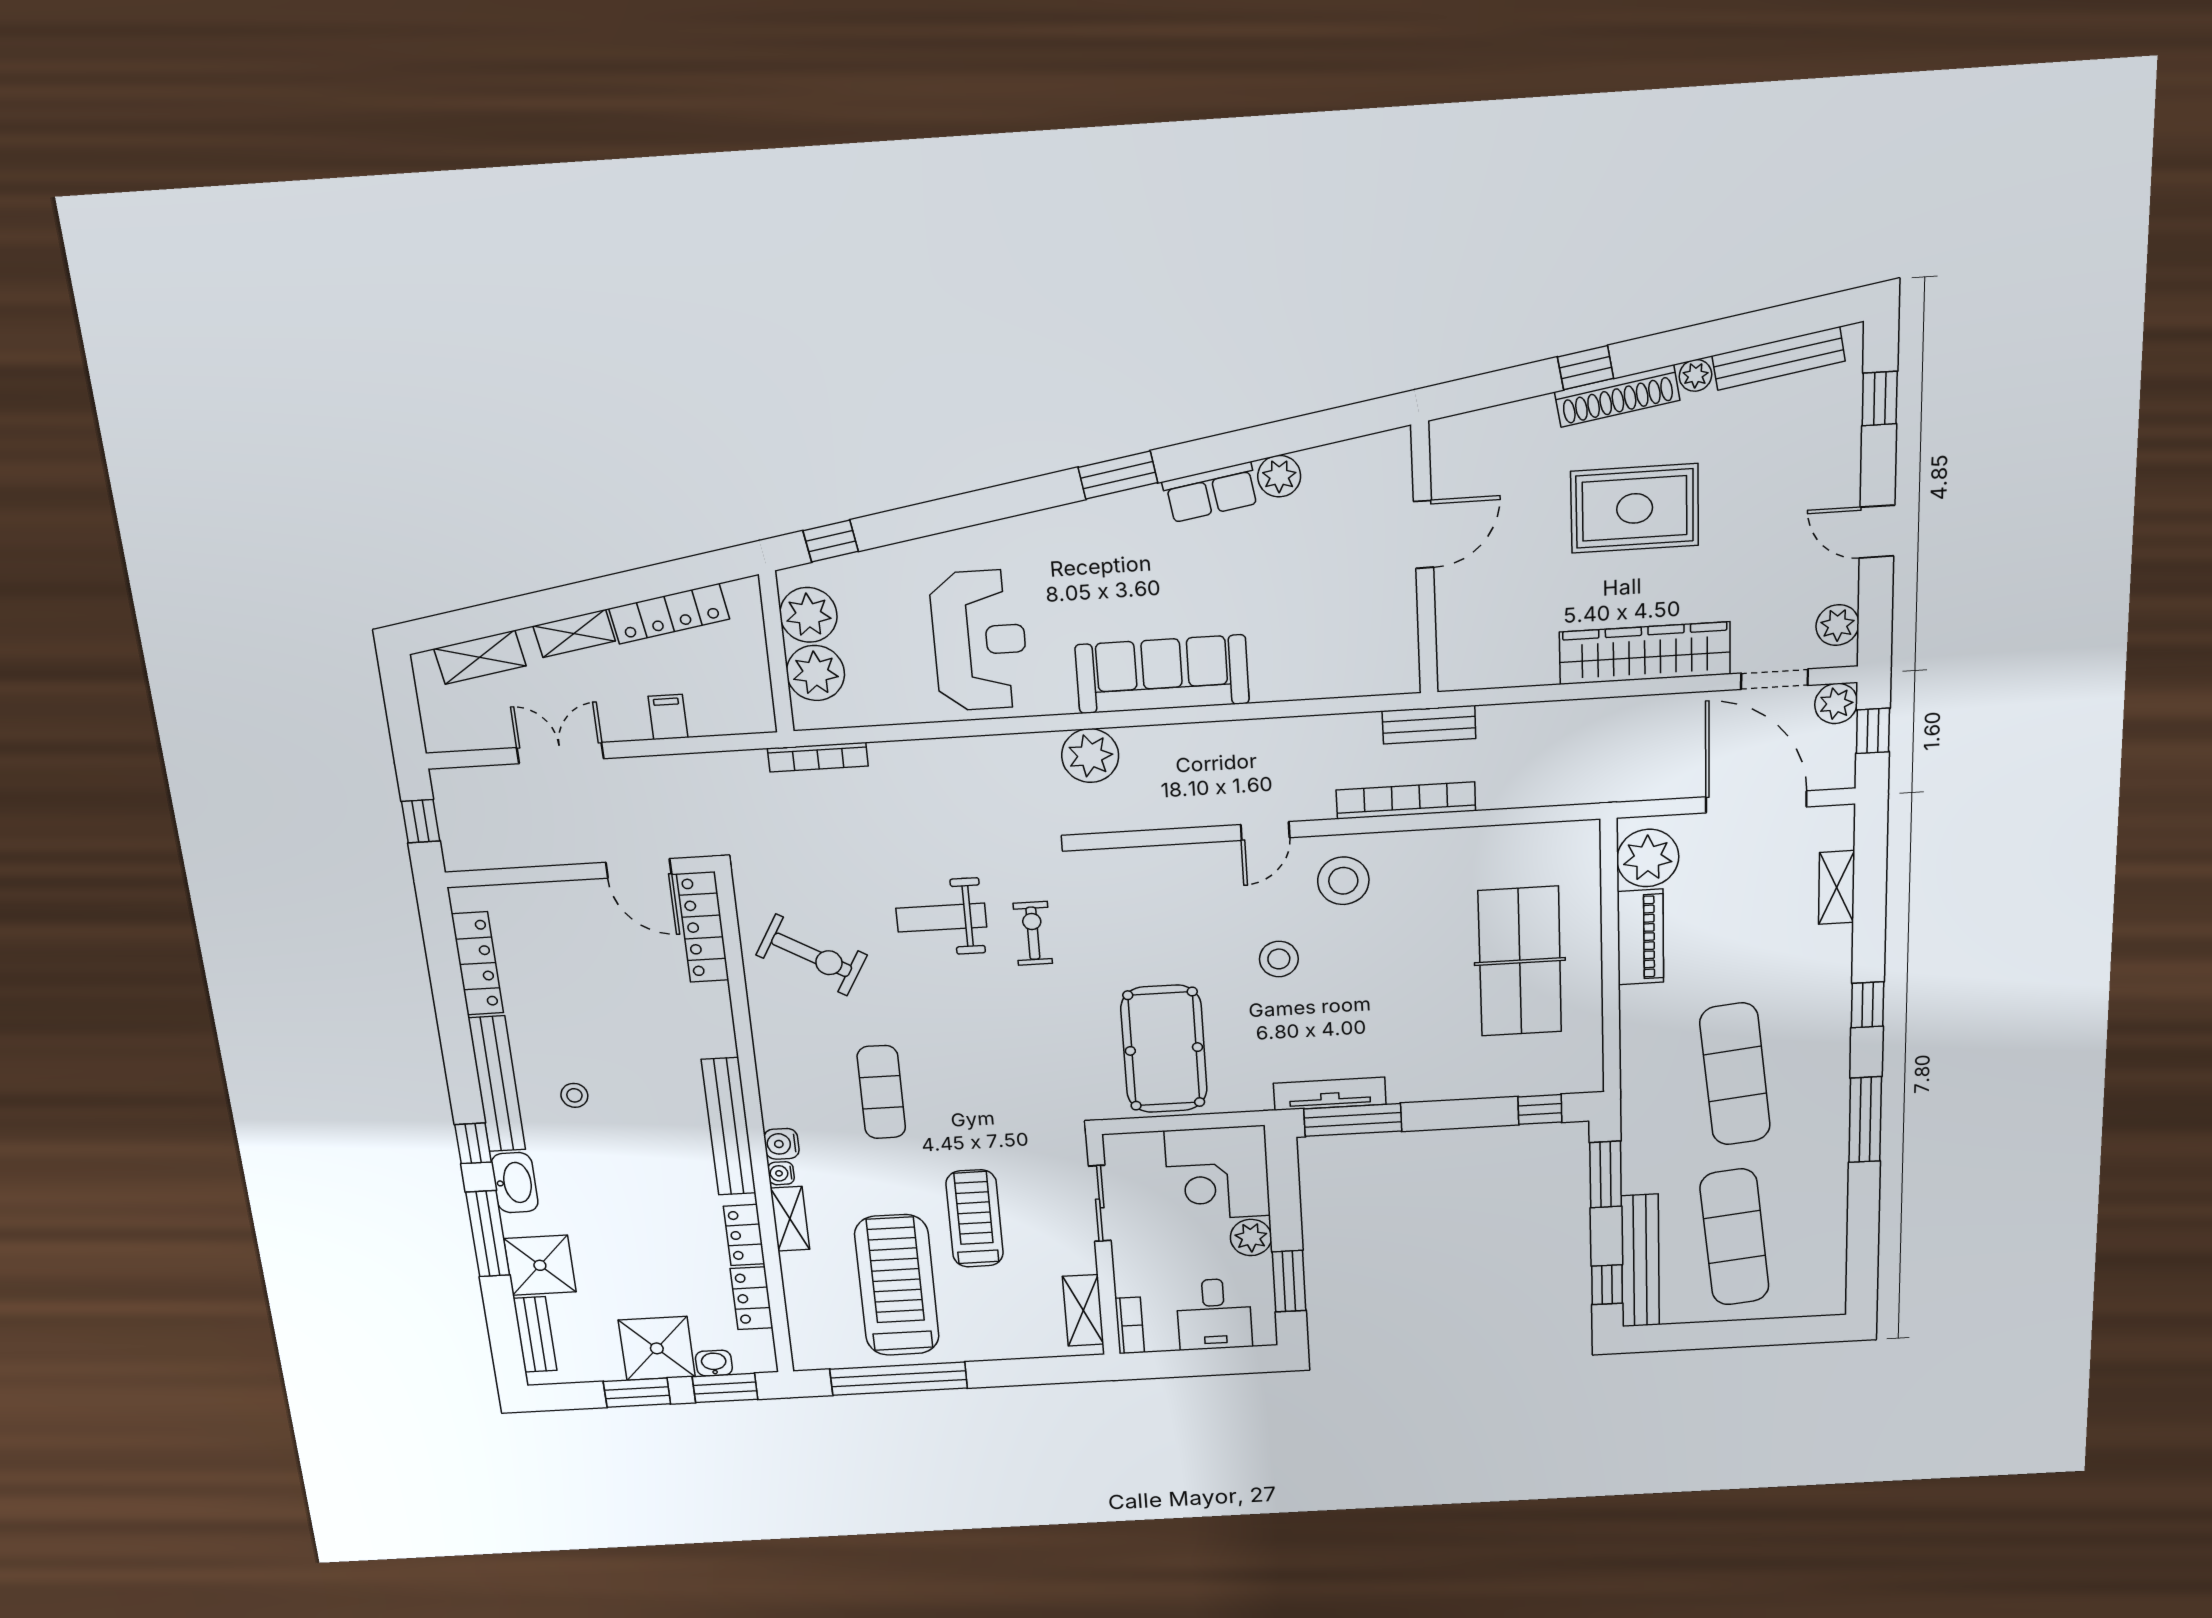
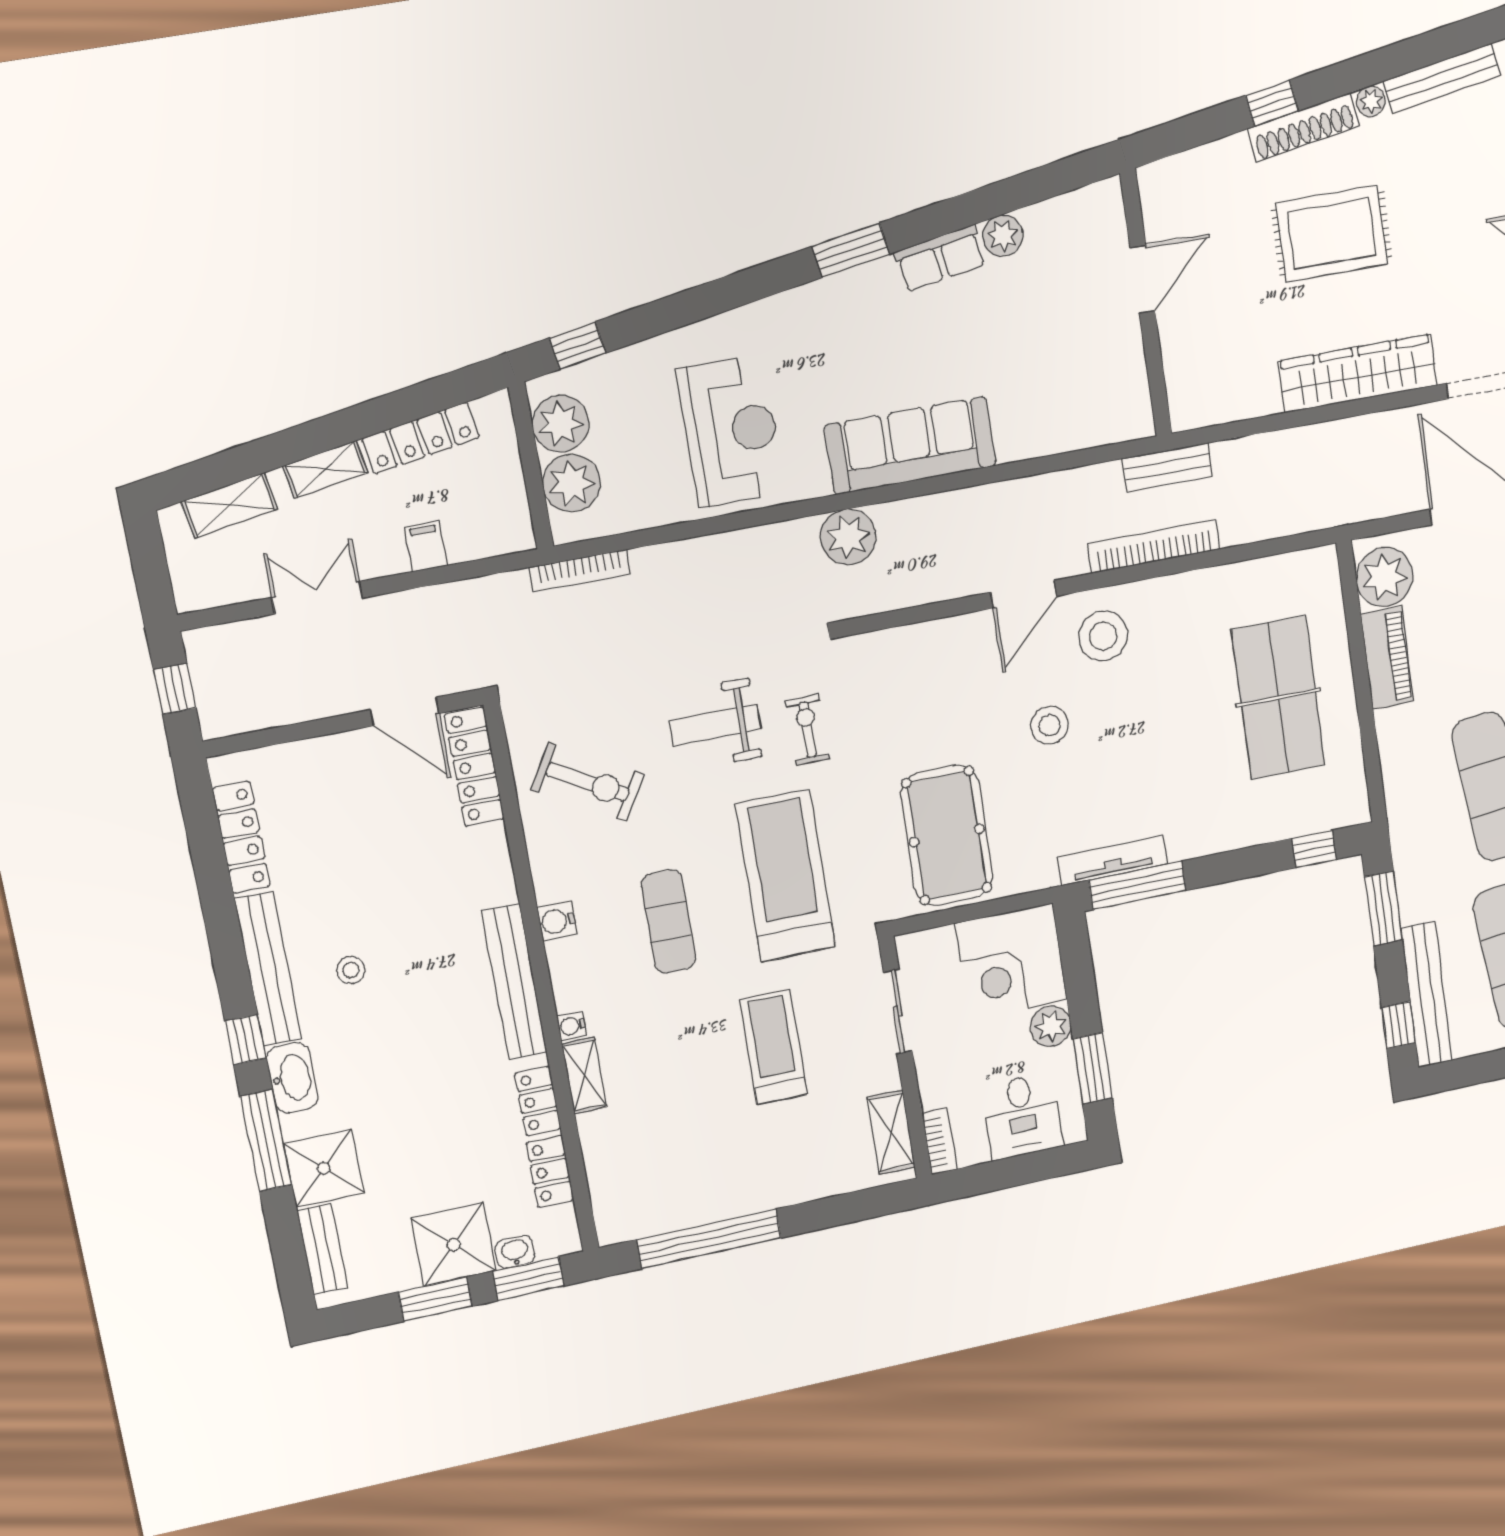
door: (1265, 831) -> (1024, 594), width x1.38
water cooler: (781, 1144) -> (557, 921), moved
treadmill: (897, 1285) -> (785, 876), moved

